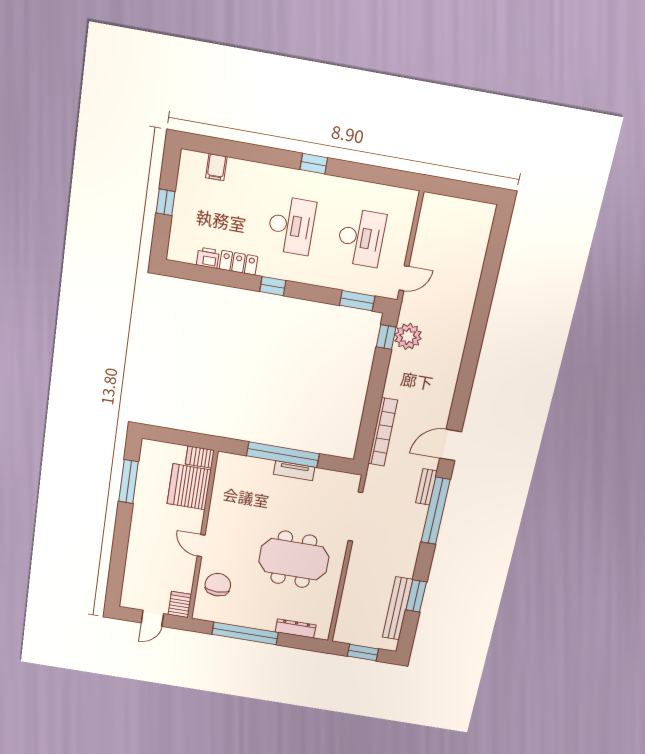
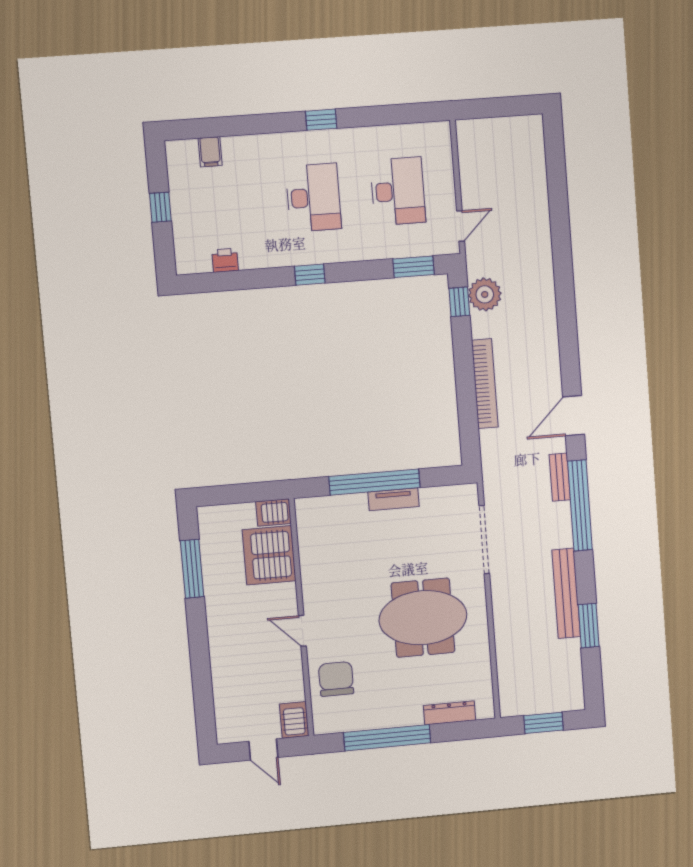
locker: (238, 263) -> (263, 257), removed
bookcase: (383, 432) -> (485, 384), moved
bench: (398, 608) -> (566, 593), moved
door: (152, 618) -> (263, 749), hinge flipped

